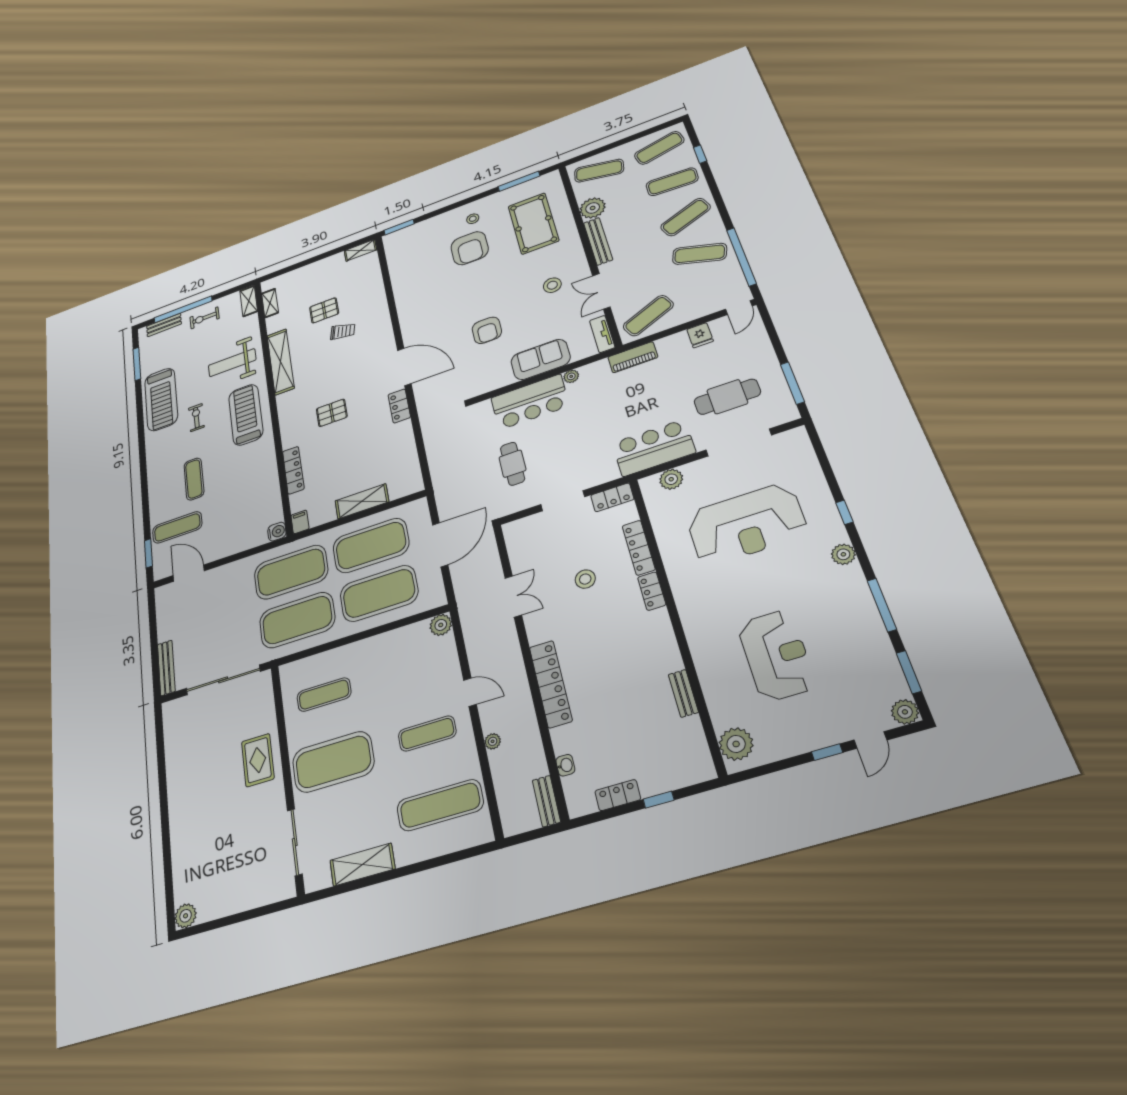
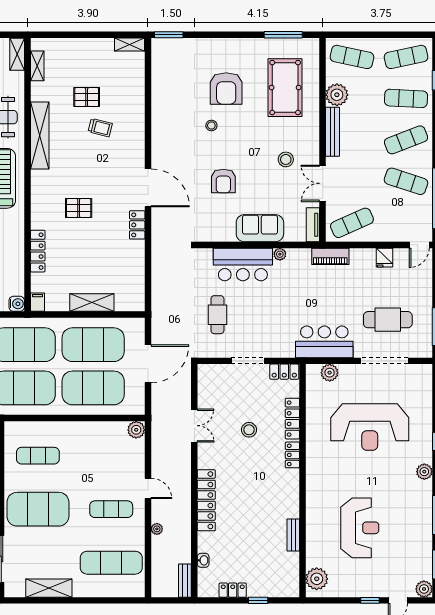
stool: (473, 219) -> (211, 125), moved

